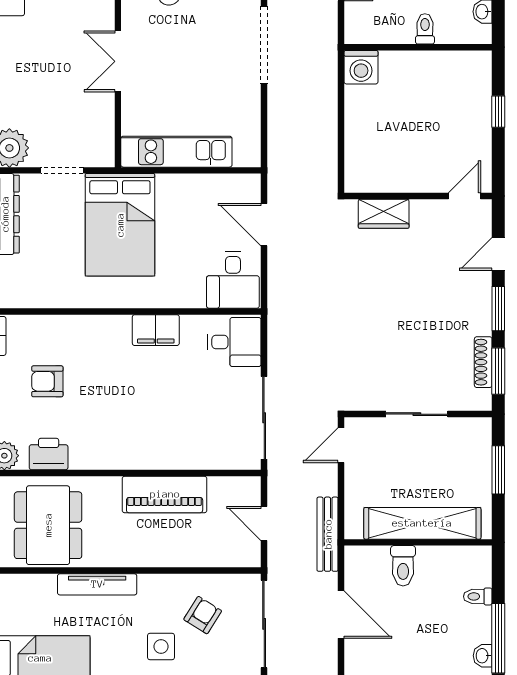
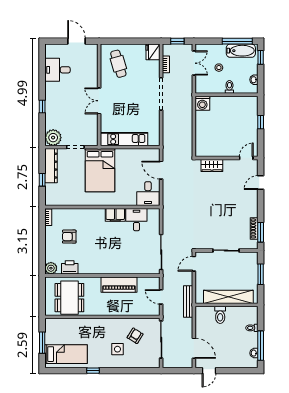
window: (498, 309) -> (261, 206), removed
desk: (234, 342) -> (136, 220), moved, turned -90
tv unit: (97, 584) -> (90, 323), removed
door: (341, 615) -> (194, 348), moved

